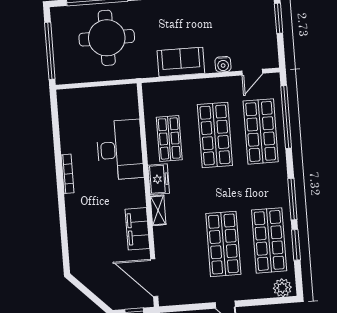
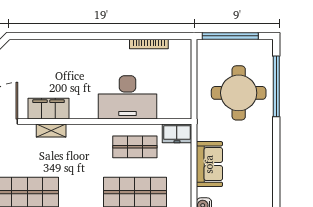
bookcase: (67, 174) -> (149, 44), moved
freezer: (159, 179) -> (177, 133), moved
shelving: (158, 210) -> (51, 130), moved

